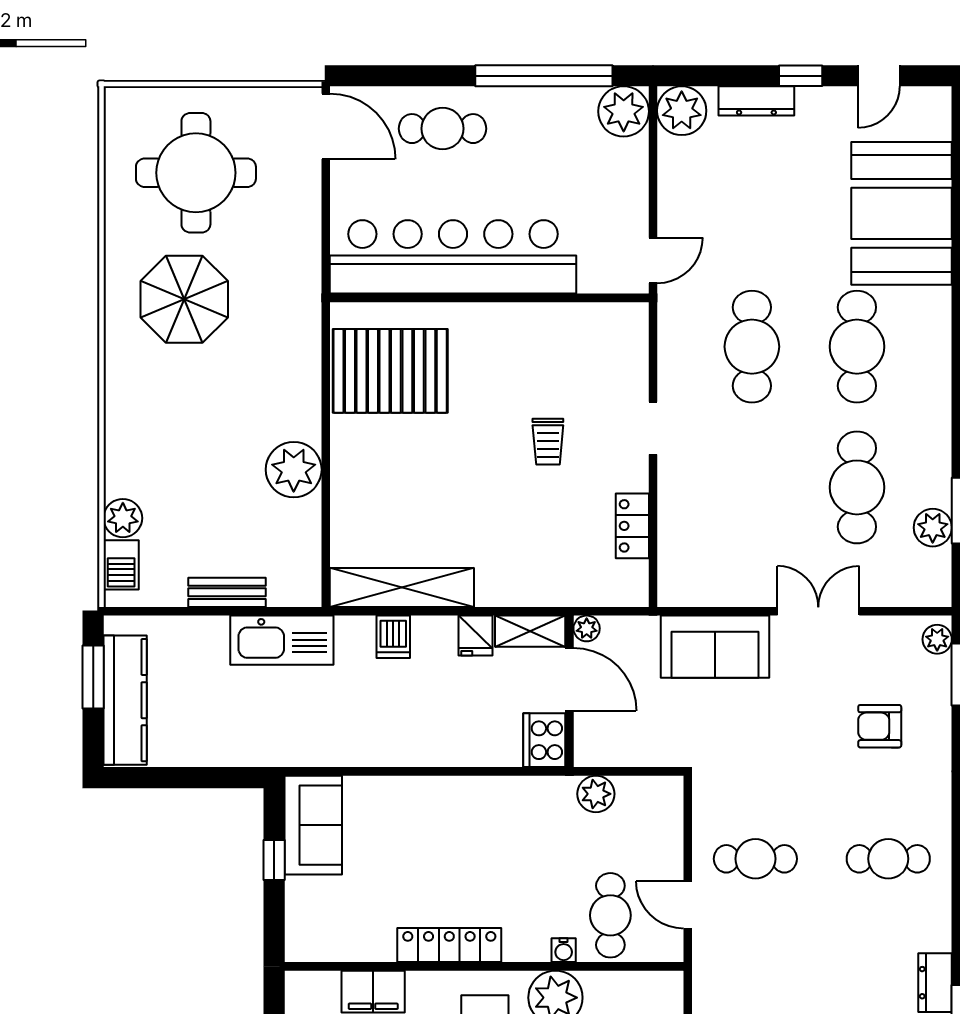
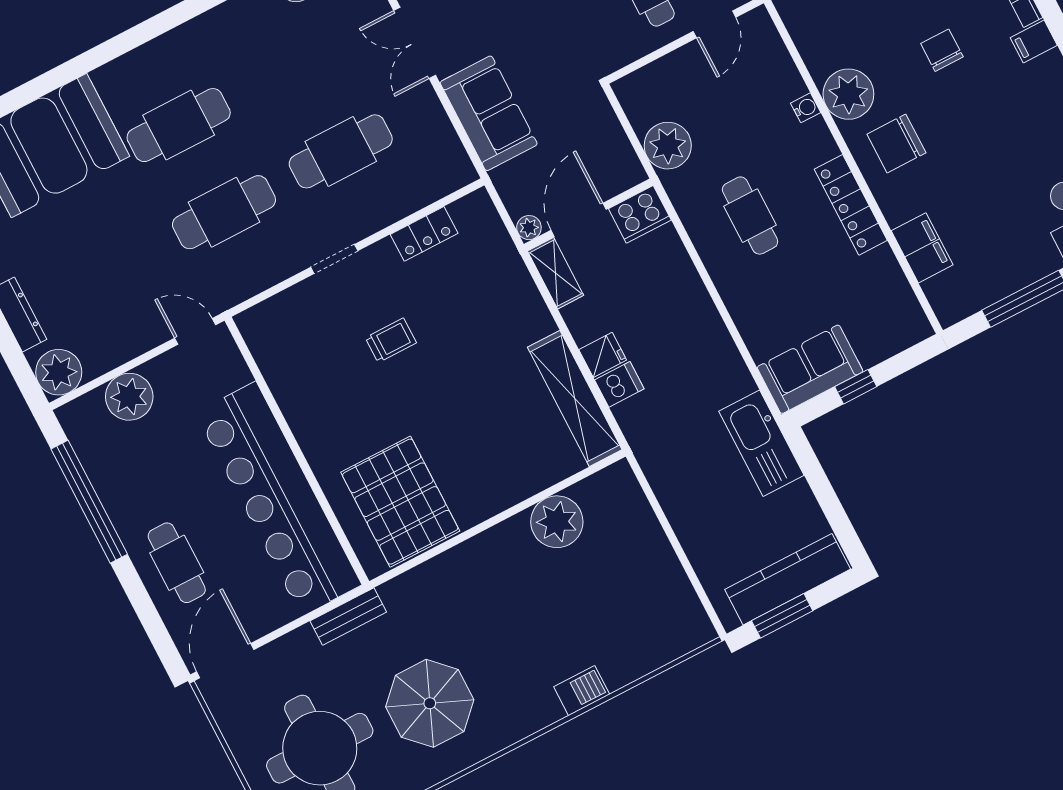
plant: (624, 111) -> (129, 397), moved
plant: (294, 470) -> (557, 522), moved
cafe table: (857, 487) -> (341, 151), moved
plant: (123, 518) -> (638, 660), removed
barbecue: (121, 565) -> (582, 691), moved
bench: (227, 592) -> (348, 617), moved, turned 90
fridge: (476, 636) -> (603, 355), moved
kitchen sink: (282, 640) -> (761, 443), moved, turned 180
plant: (596, 794) -> (668, 146), width x1.36, depth x1.36
cafe table: (610, 915) -> (750, 216), moved, turned 90

